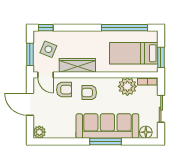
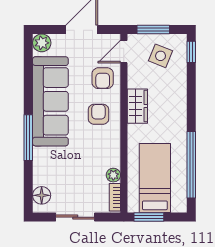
wardrobe: (77, 65) -> (137, 106), width x0.67
plant: (127, 86) -> (113, 175), width x0.53, depth x0.53
sofa: (107, 126) -> (50, 101), moved

